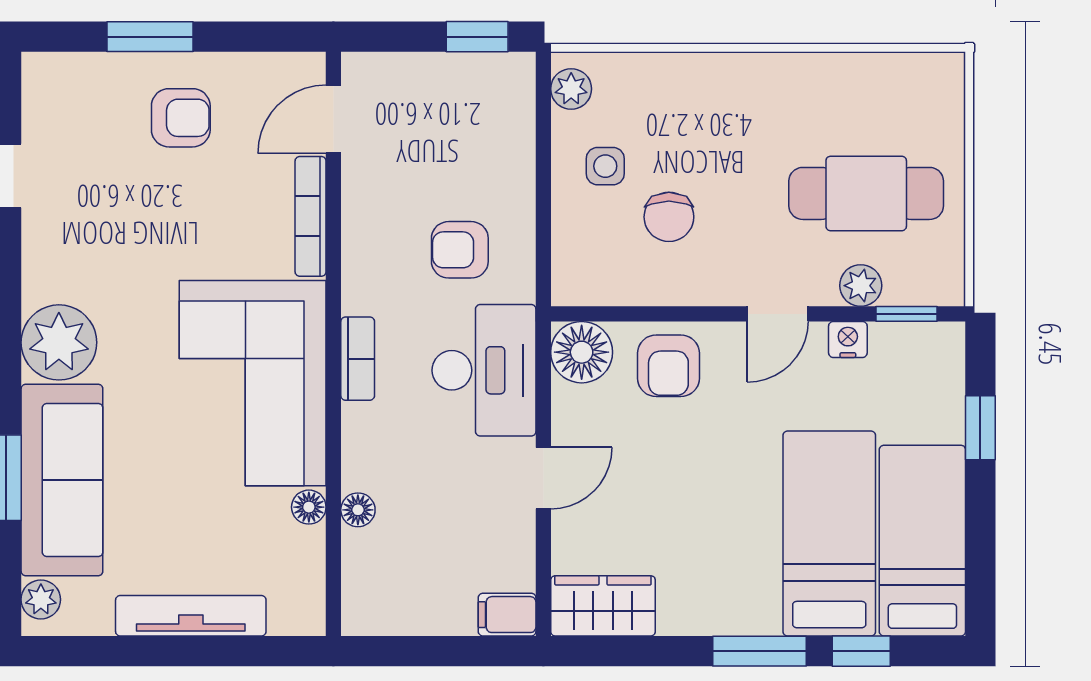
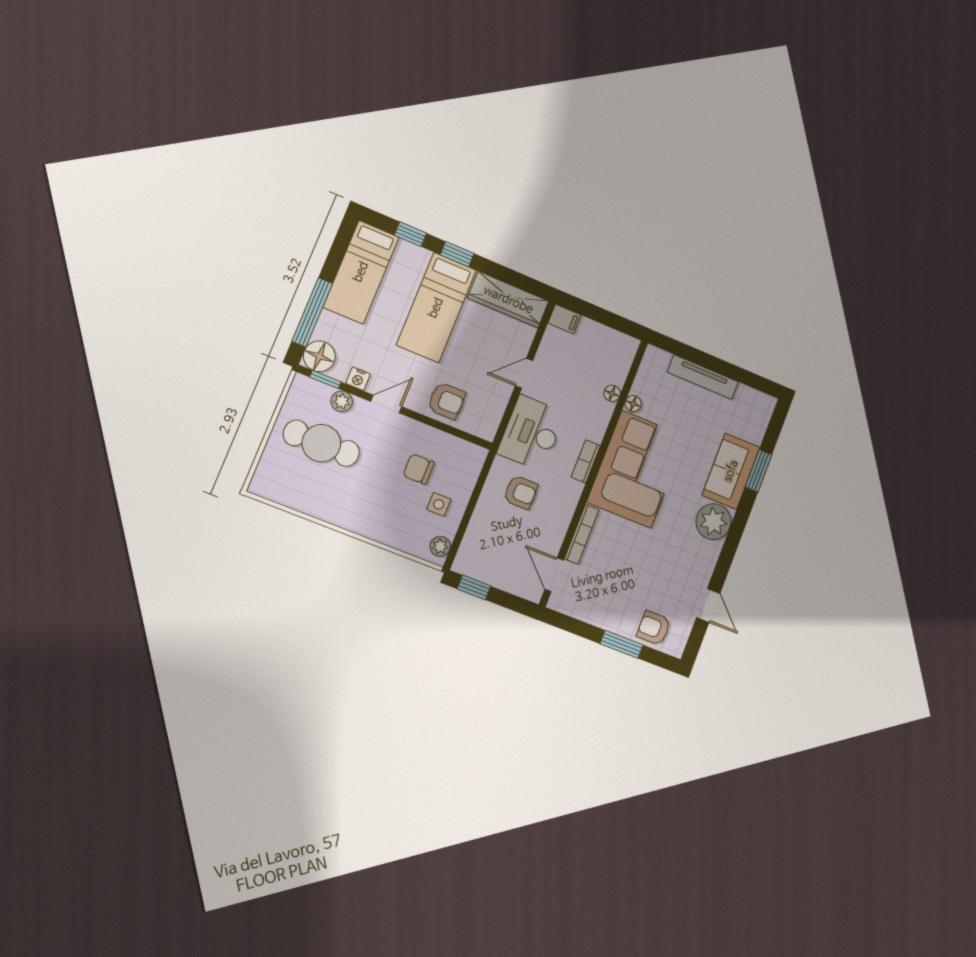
armchair: (181, 118) -> (654, 628), moved
door: (333, 119) -> (554, 575), swing flipped
chair: (669, 217) -> (419, 469), turned -90
floor lamp: (582, 352) -> (319, 356), moved
armchair: (668, 366) -> (446, 401), turned 90
window: (980, 428) -> (312, 312), width x2.17
sofa: (62, 480) -> (731, 471), width x0.73
bed: (829, 533) -> (436, 308), moved
plant: (41, 600) -> (764, 411), removed
wardrobe: (603, 606) -> (508, 300), width x1.50
window: (759, 651) -> (457, 254), width x0.67

